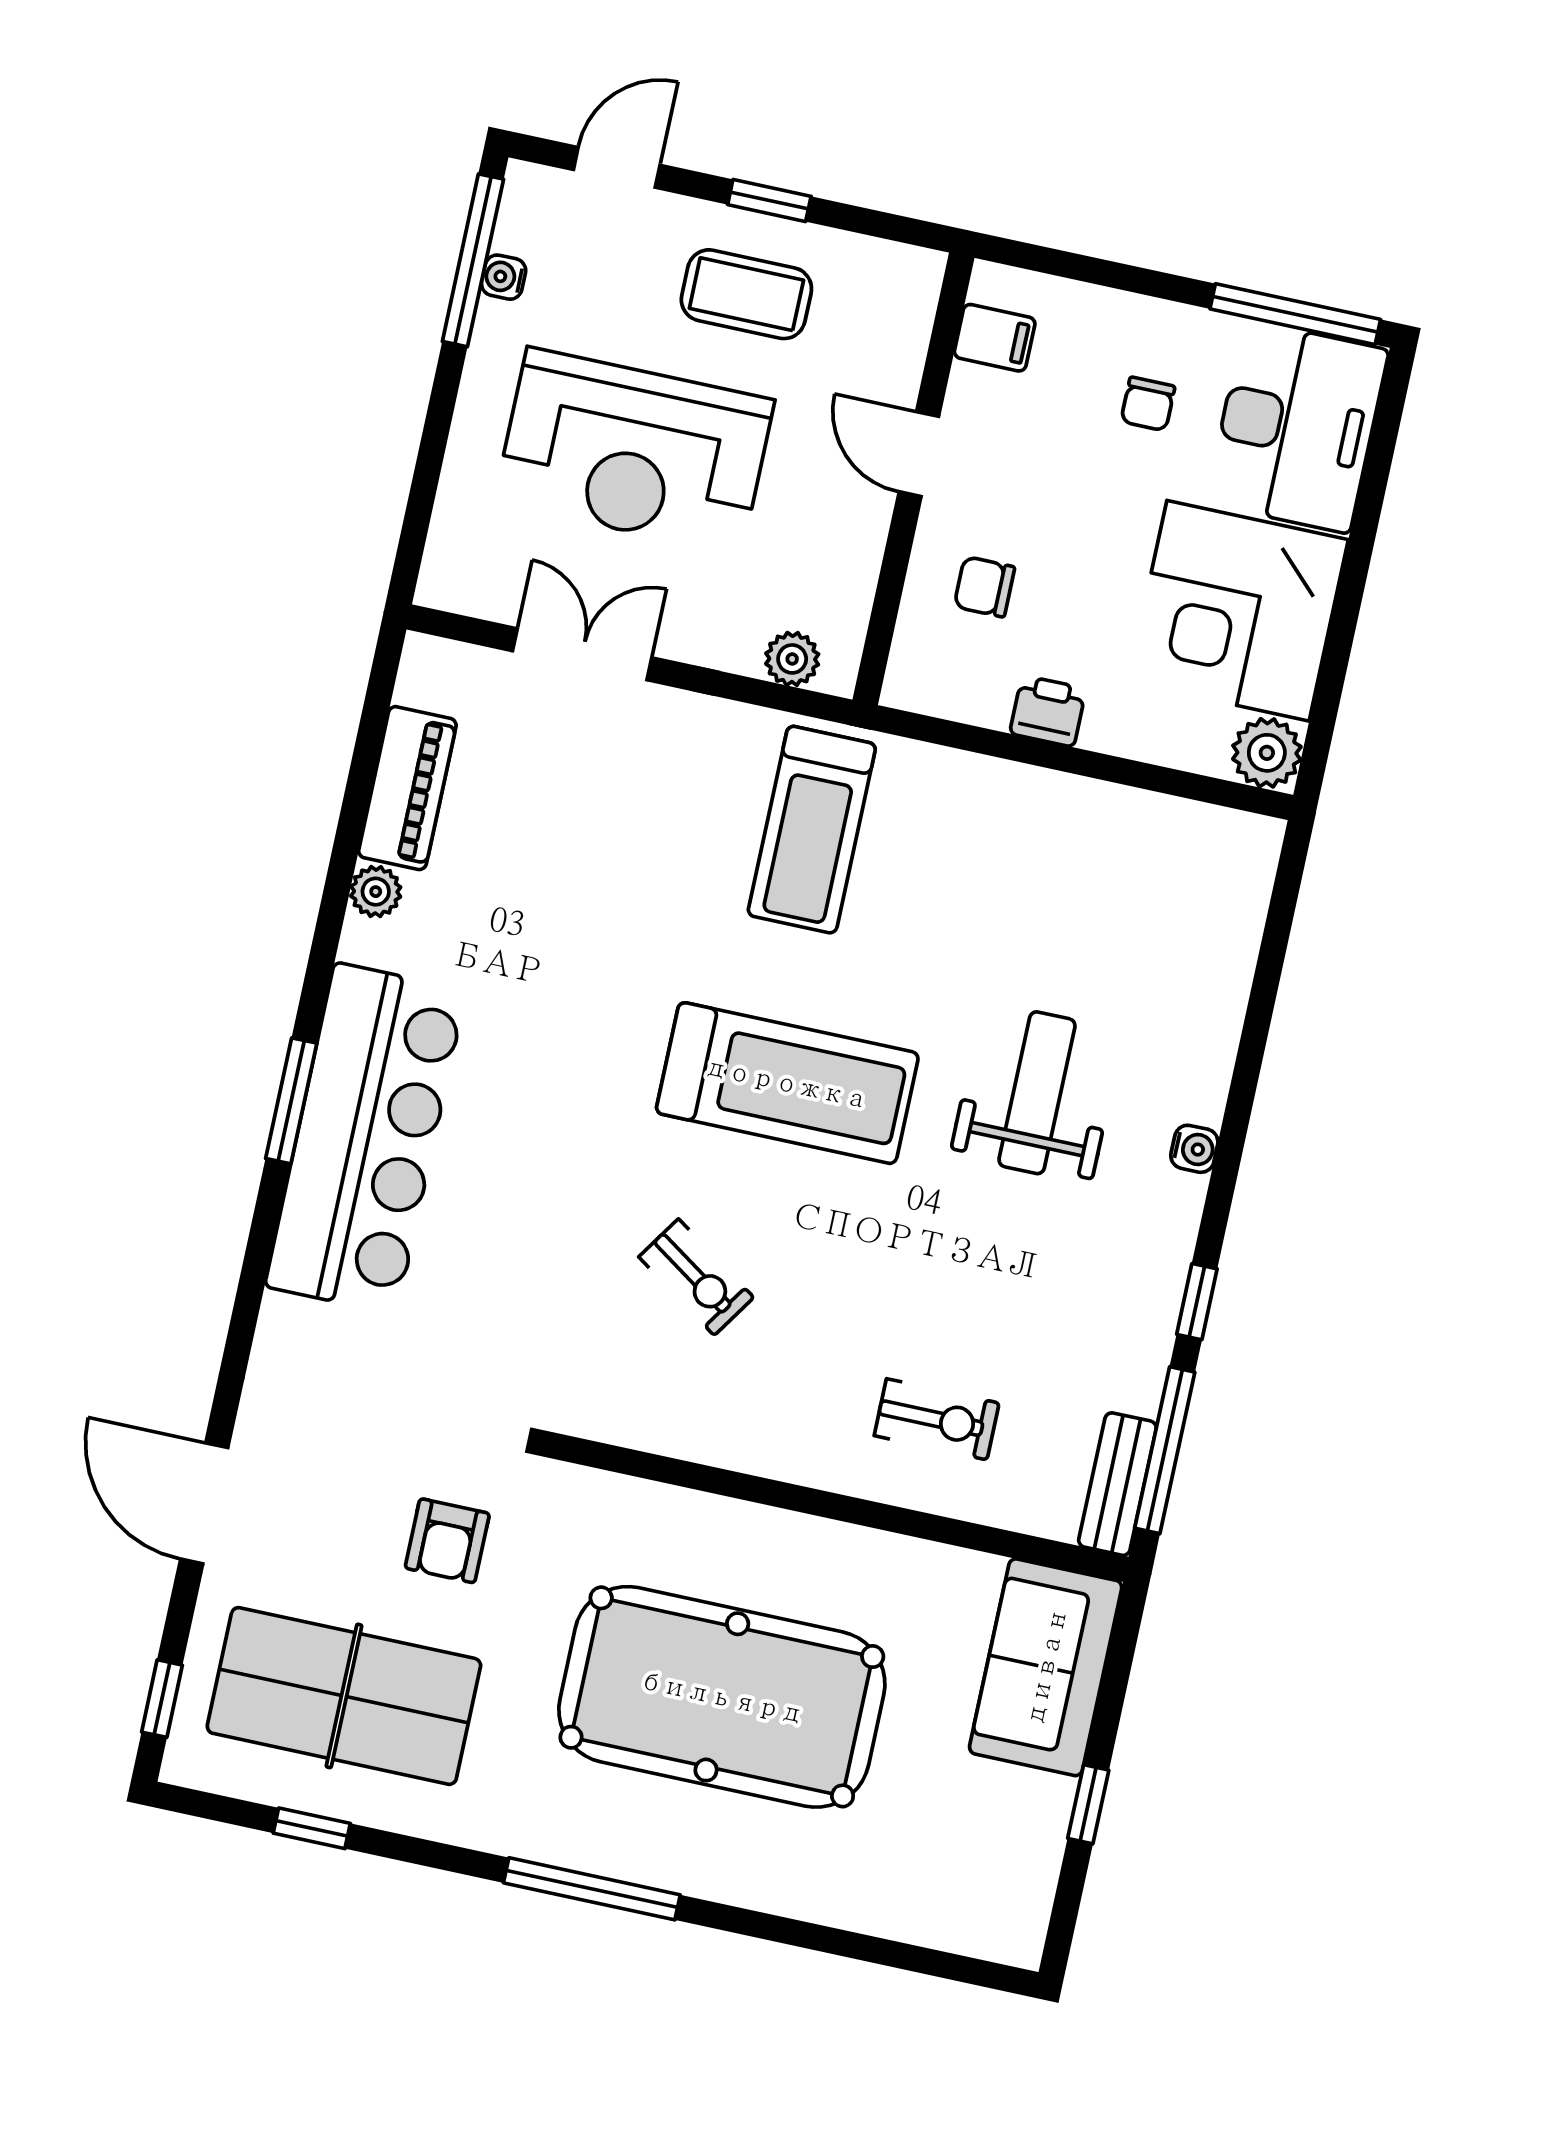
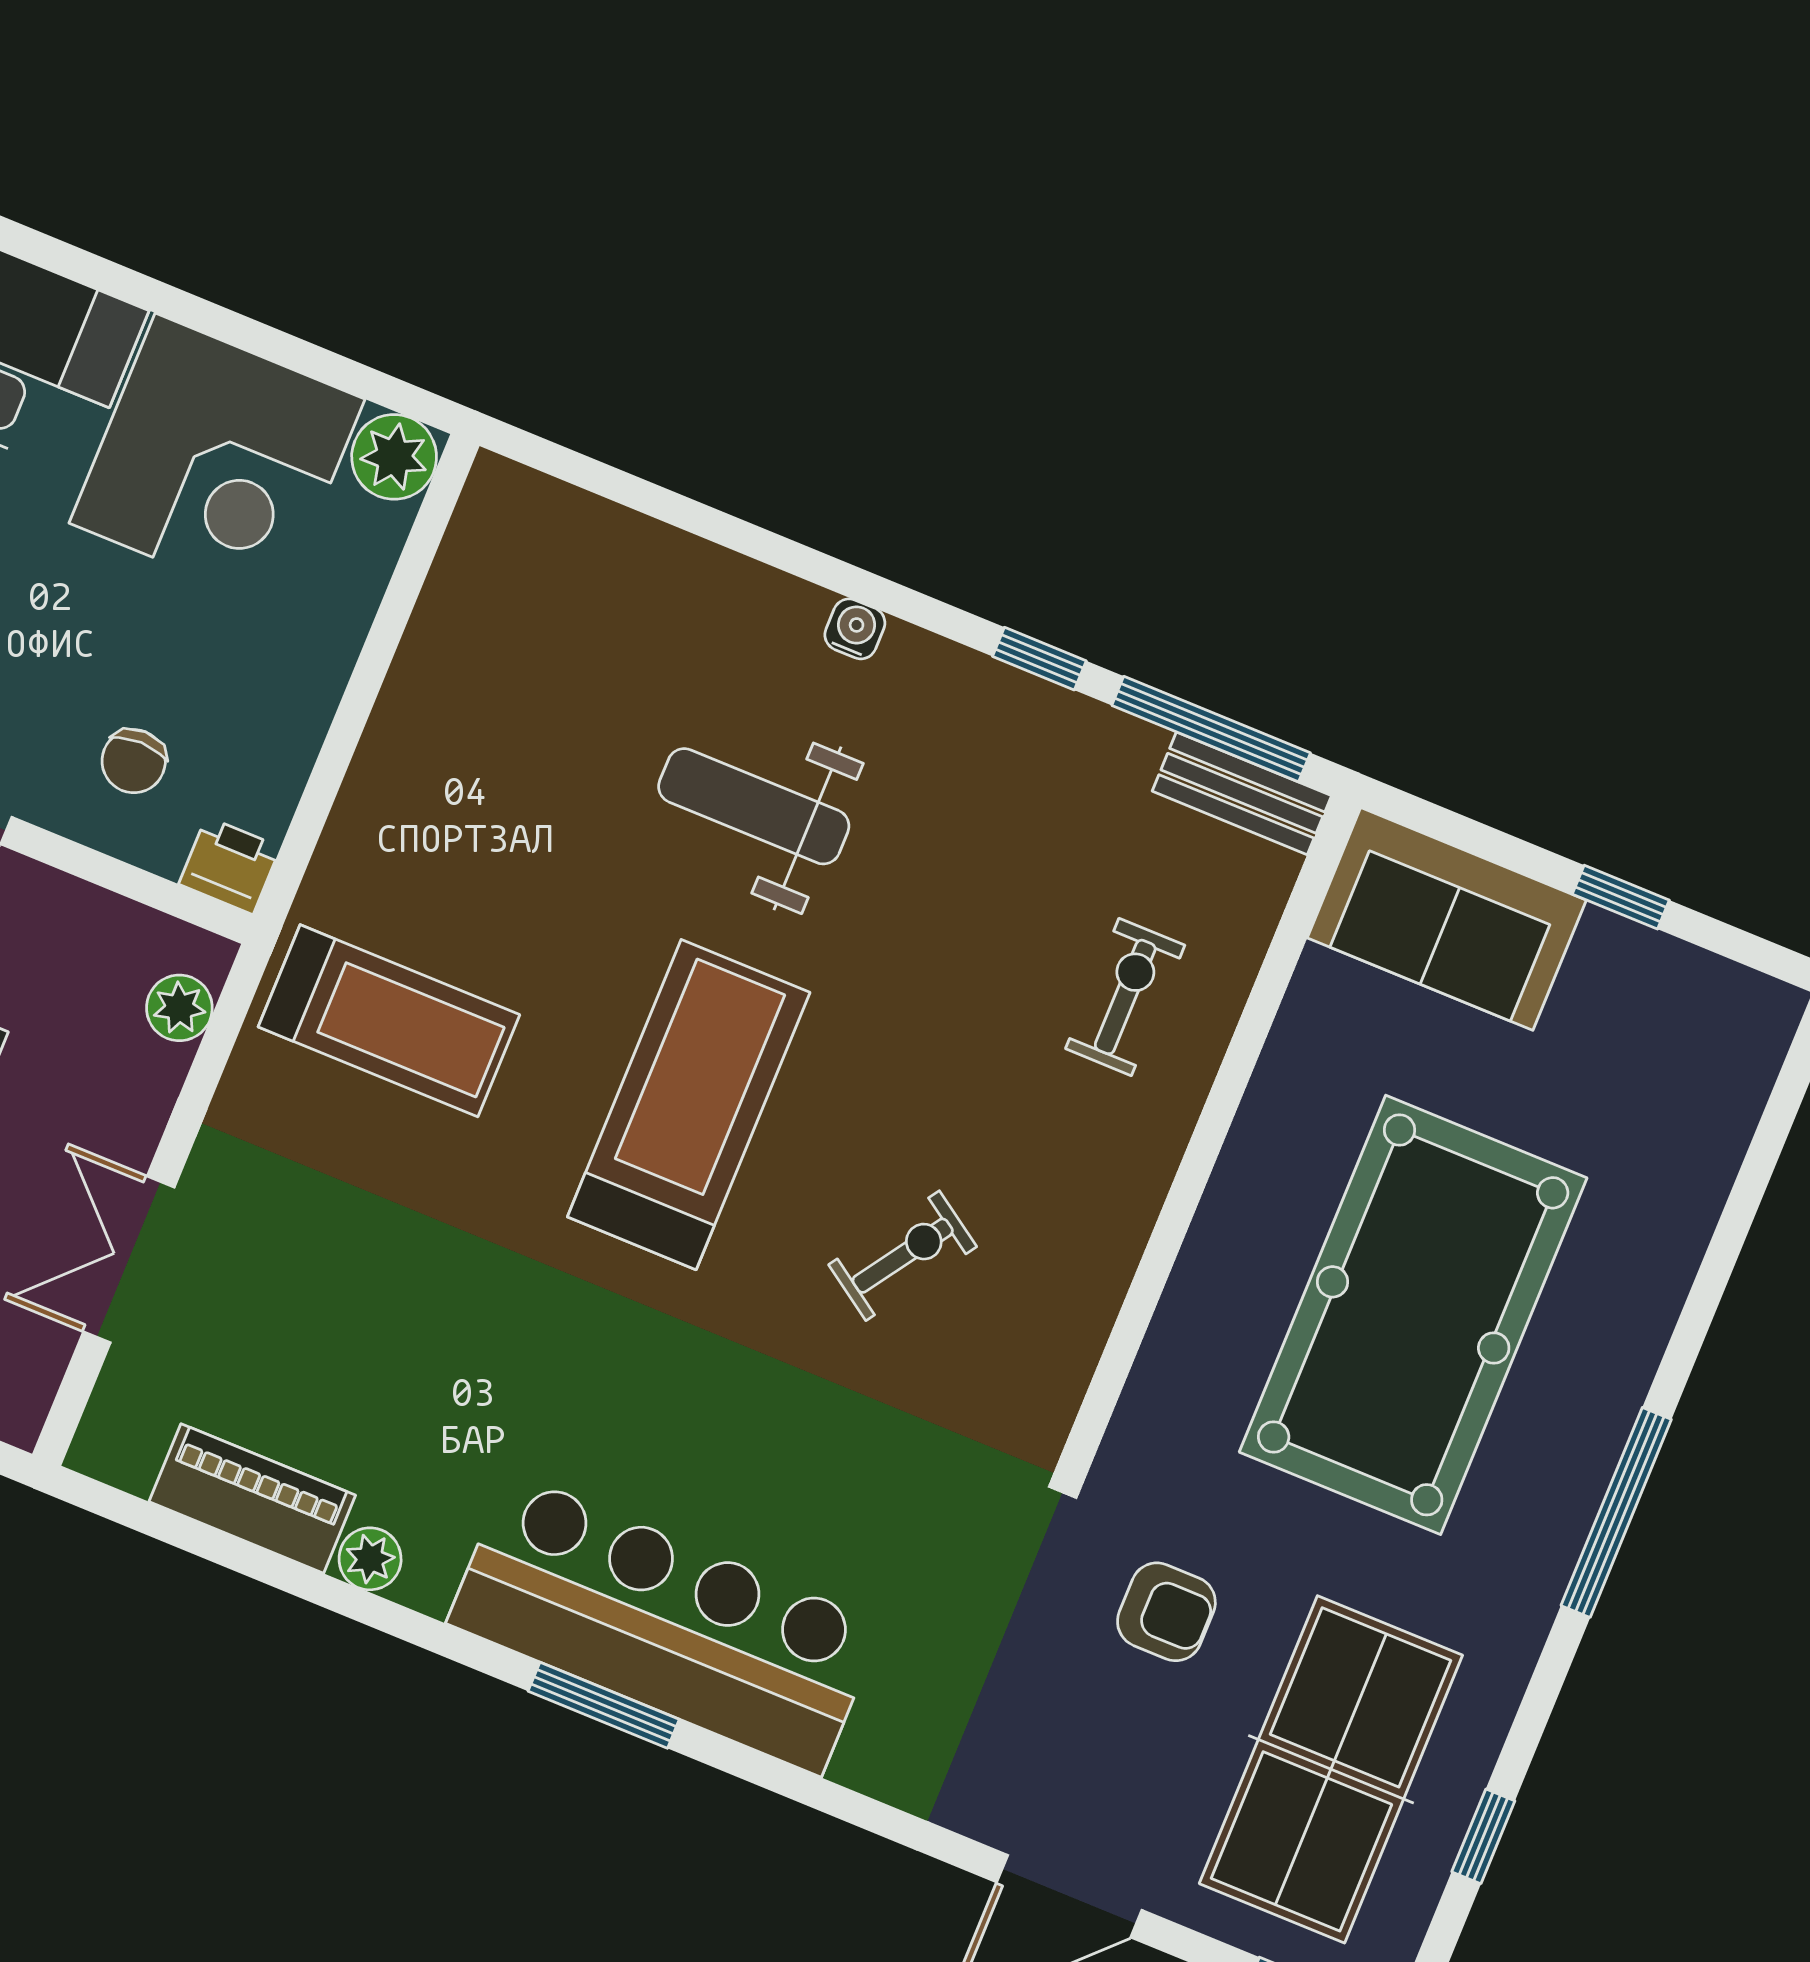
printer: (1048, 711) -> (230, 866), moved, turned 90

